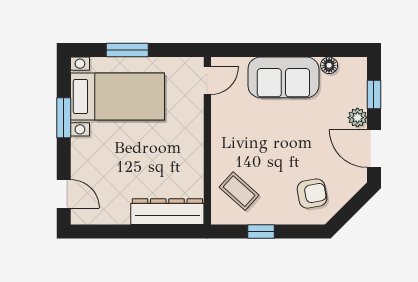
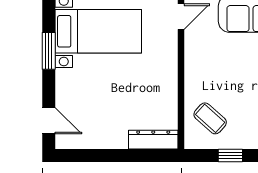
dresser: (167, 212) -> (153, 140), width x0.73, depth x0.80

